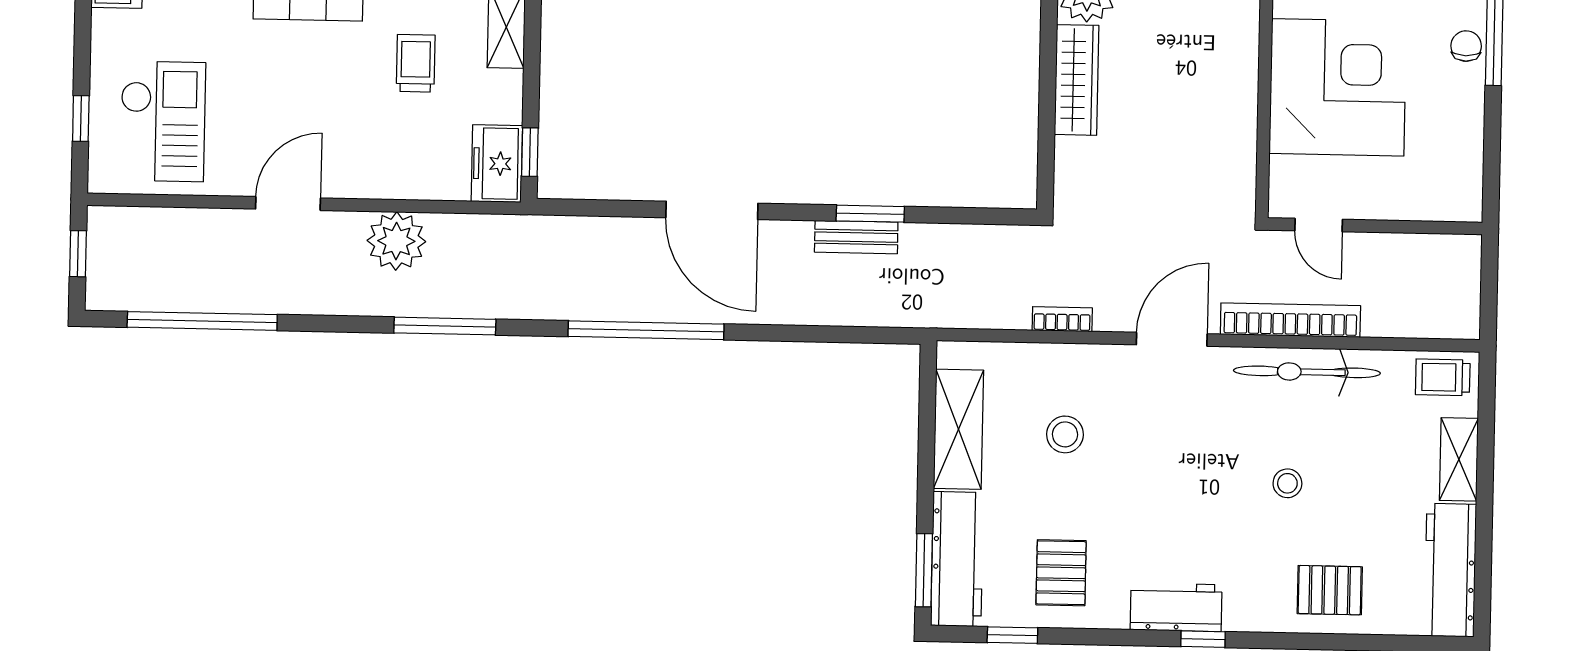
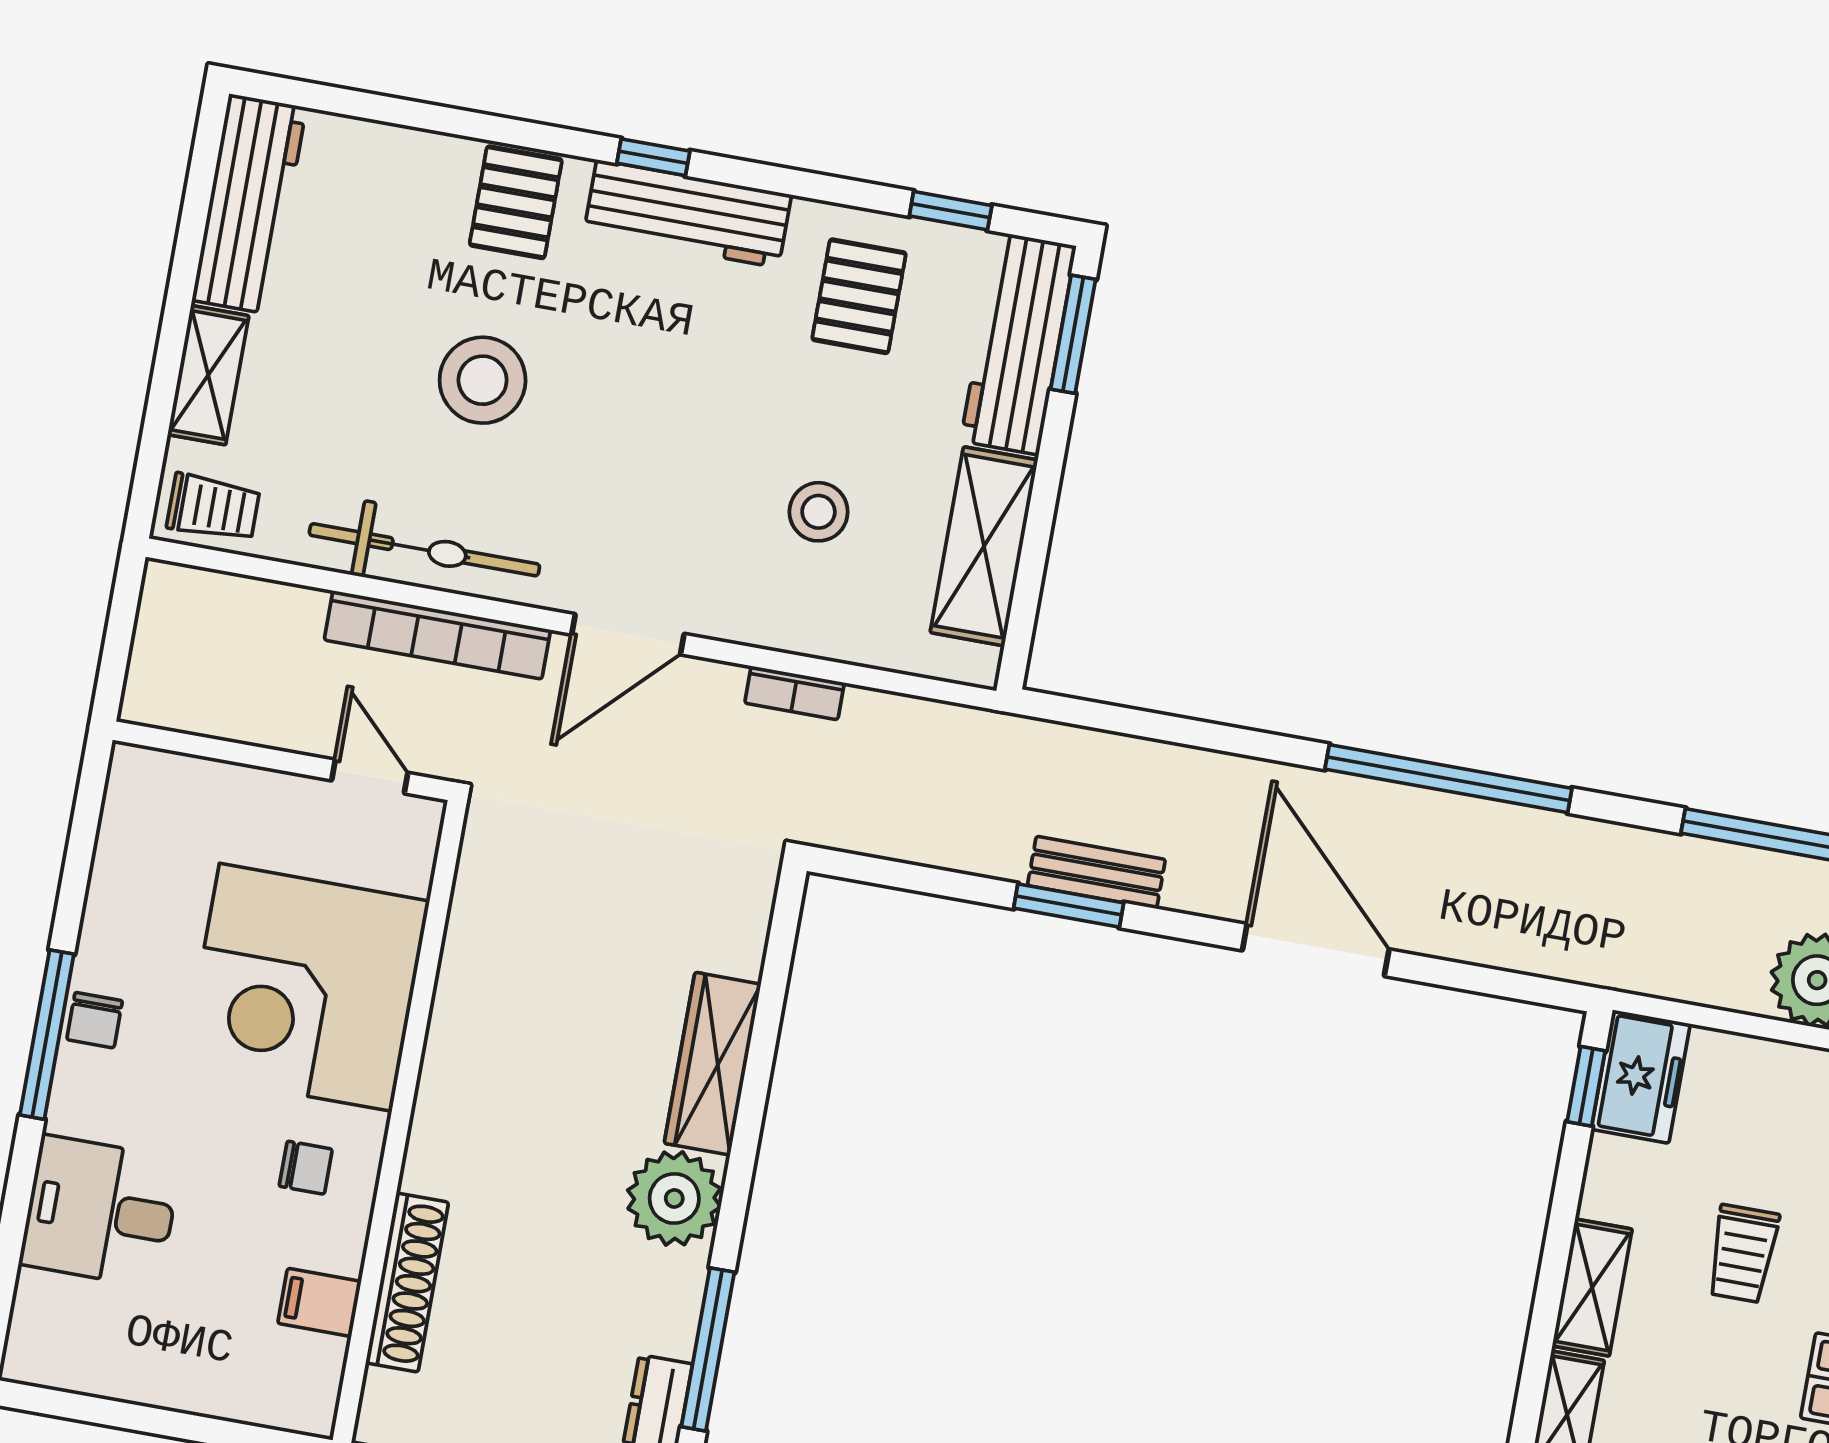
stool: (1287, 483) -> (483, 380), width x1.89, depth x1.89
pallet: (1330, 590) -> (516, 202), moved, turned 90
workbench: (1176, 607) -> (688, 214), width x1.38

